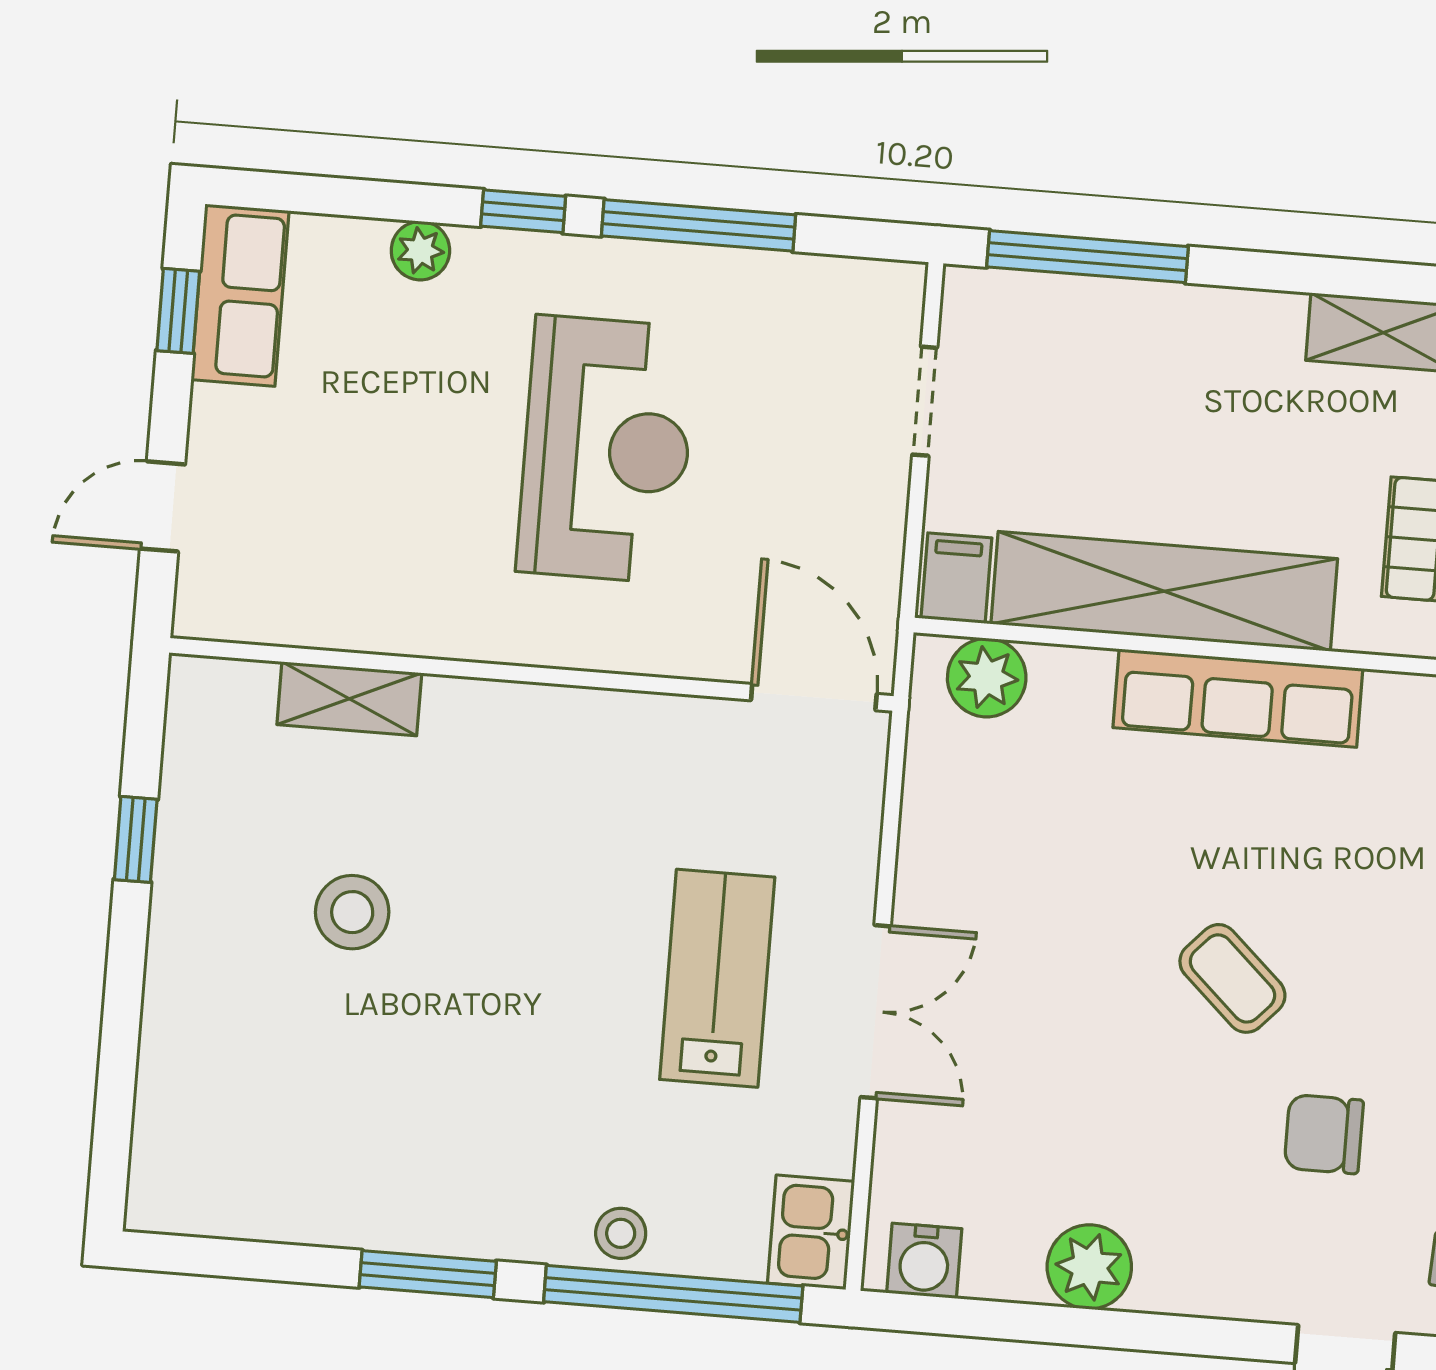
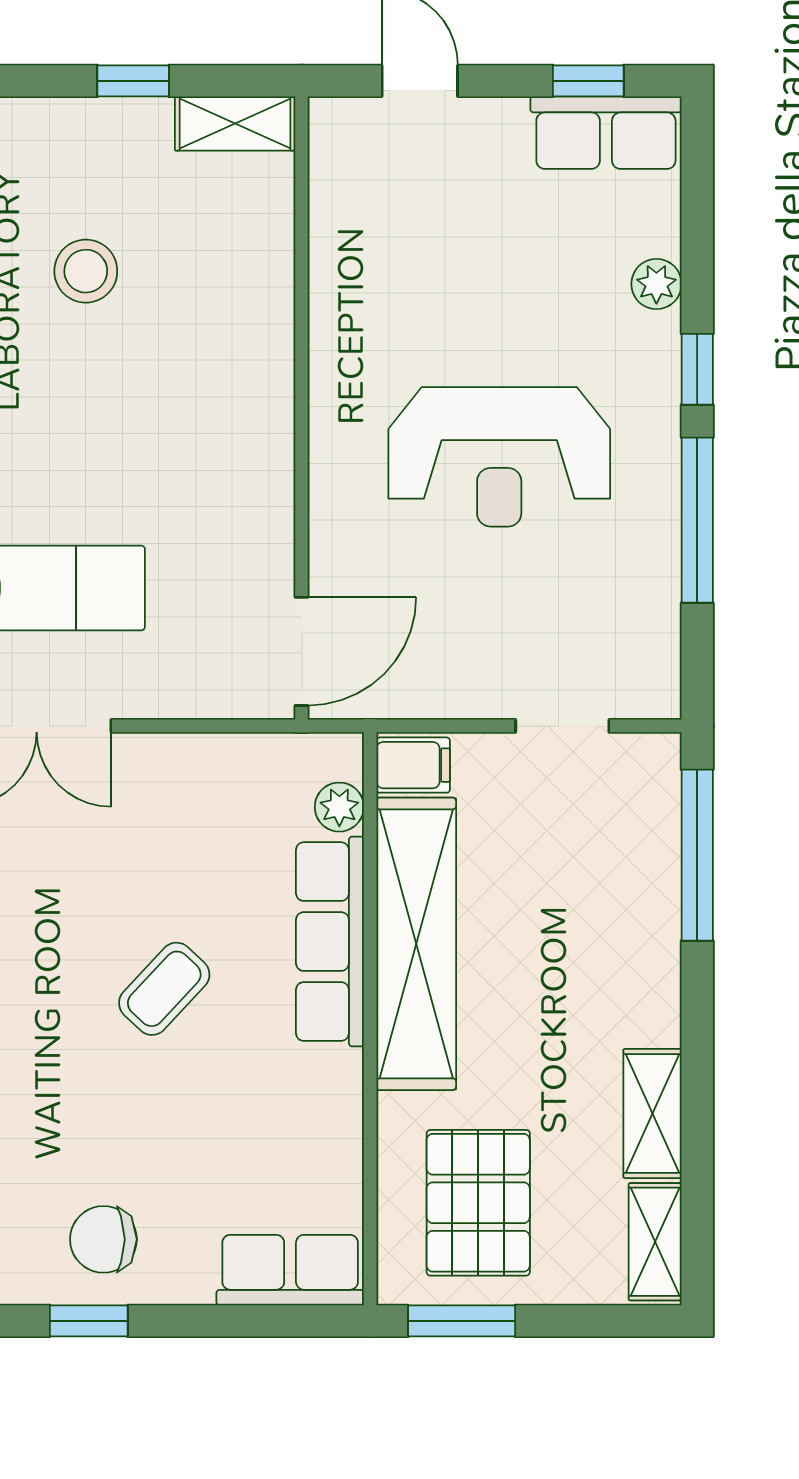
plant: (987, 678) -> (339, 807), width x0.73, depth x0.73
row of seats: (1238, 698) -> (330, 942), moved
shelving: (349, 699) -> (235, 124), moved, turned 90
coffee table: (1232, 978) -> (164, 989), moved

